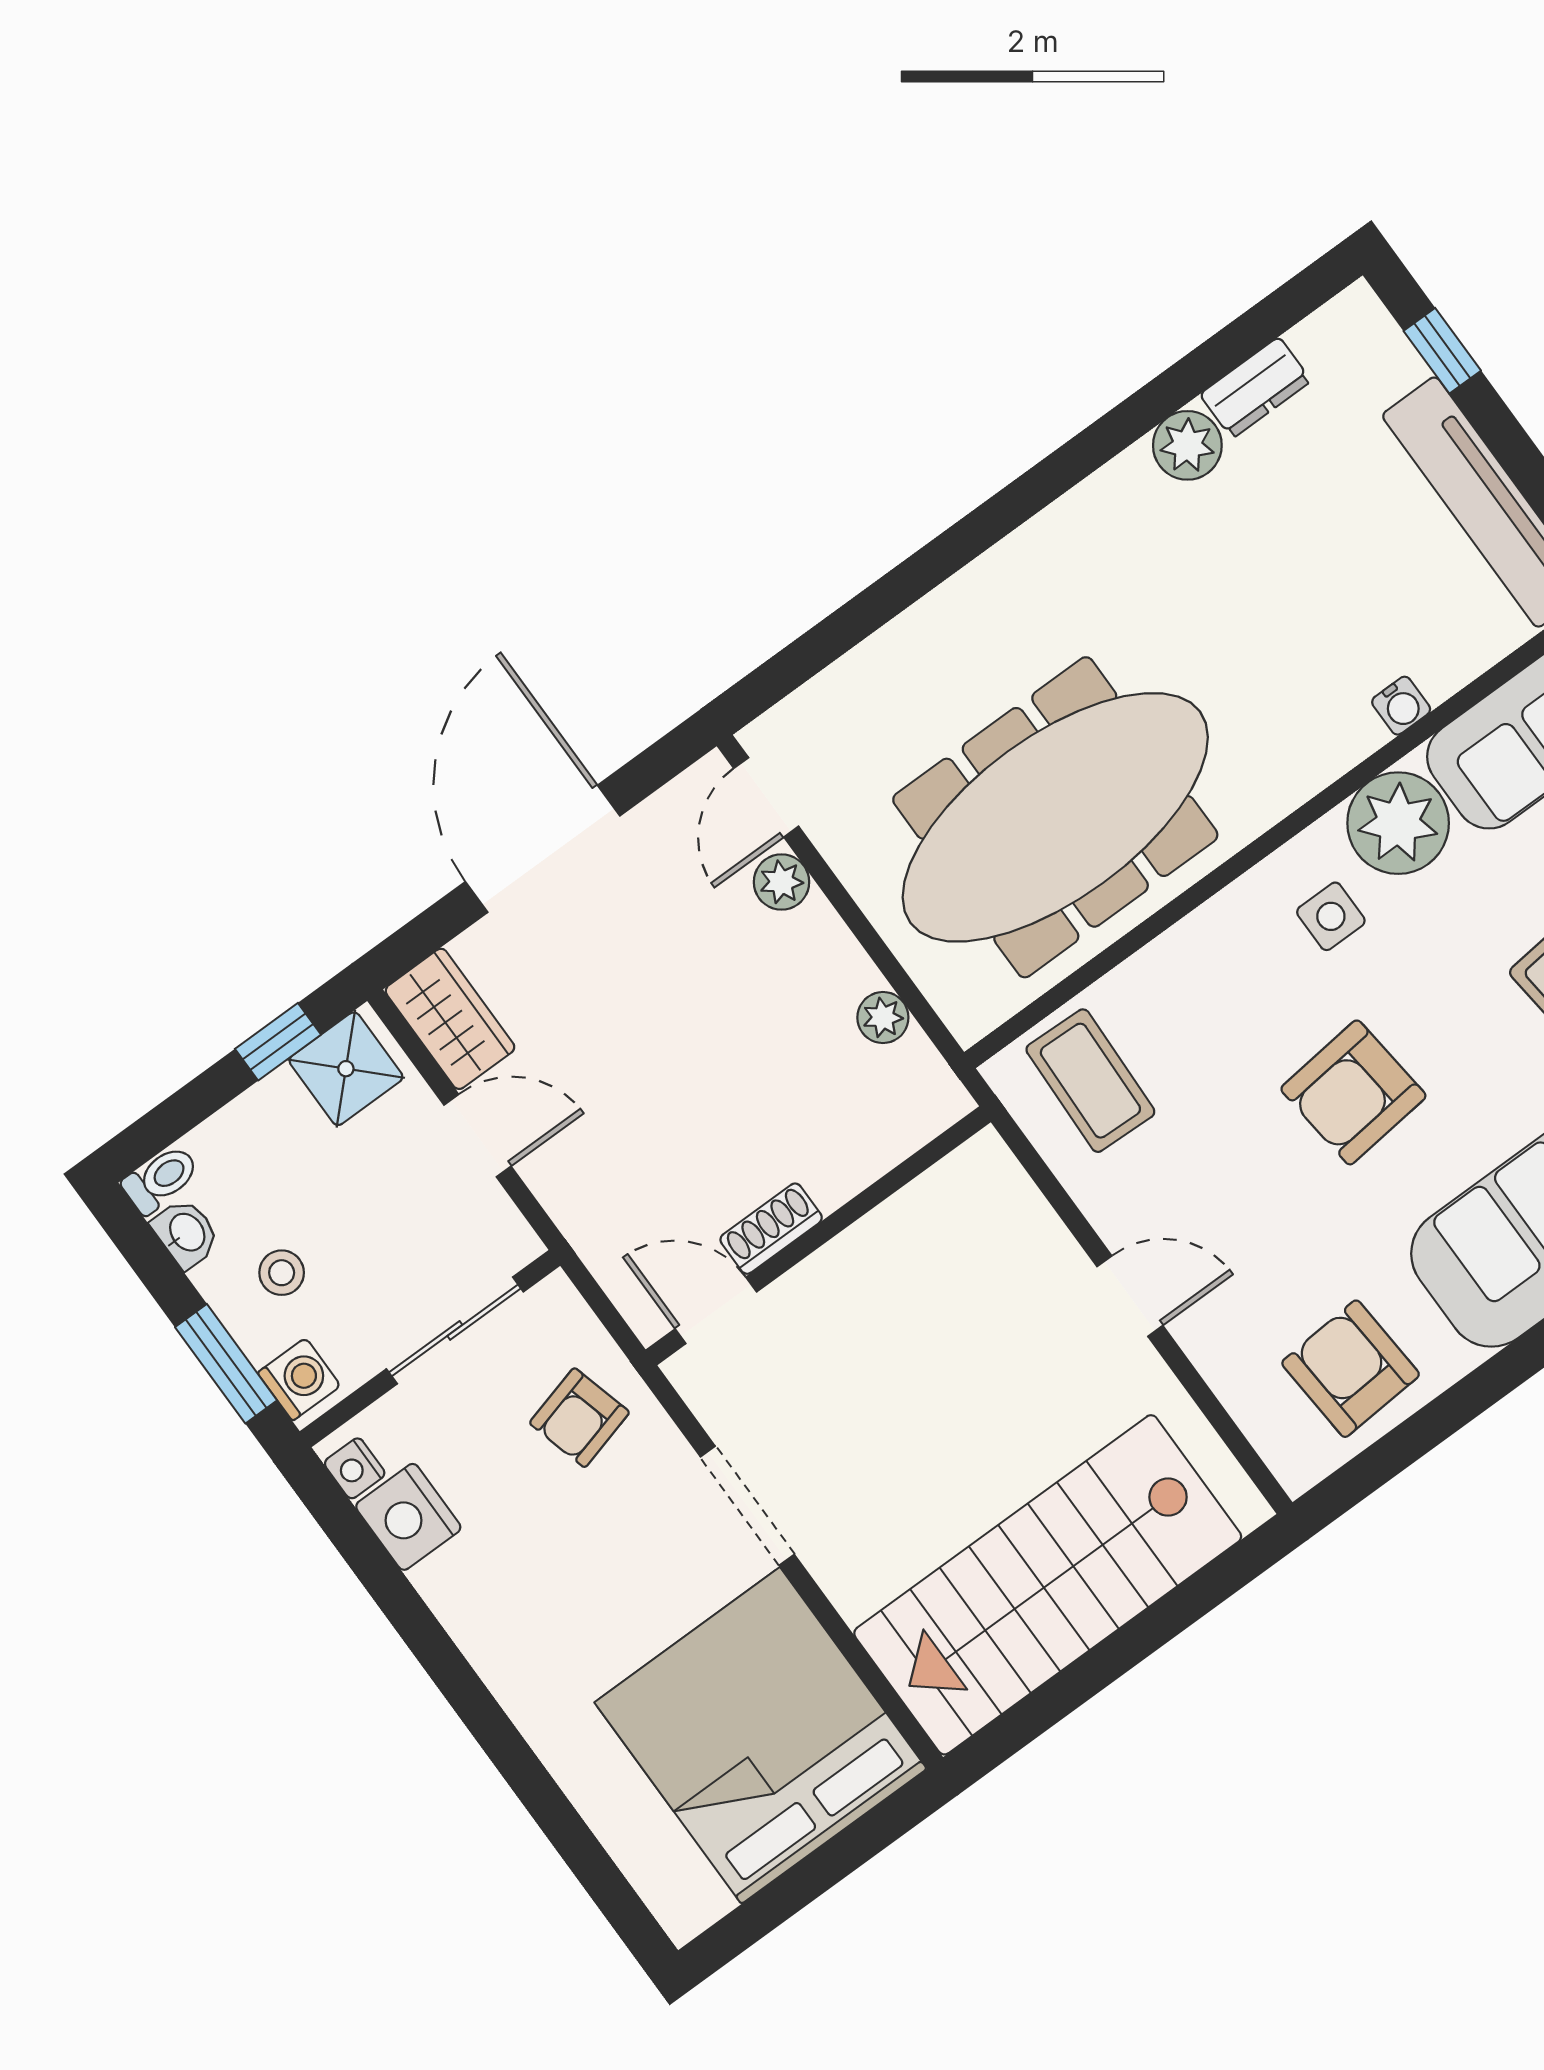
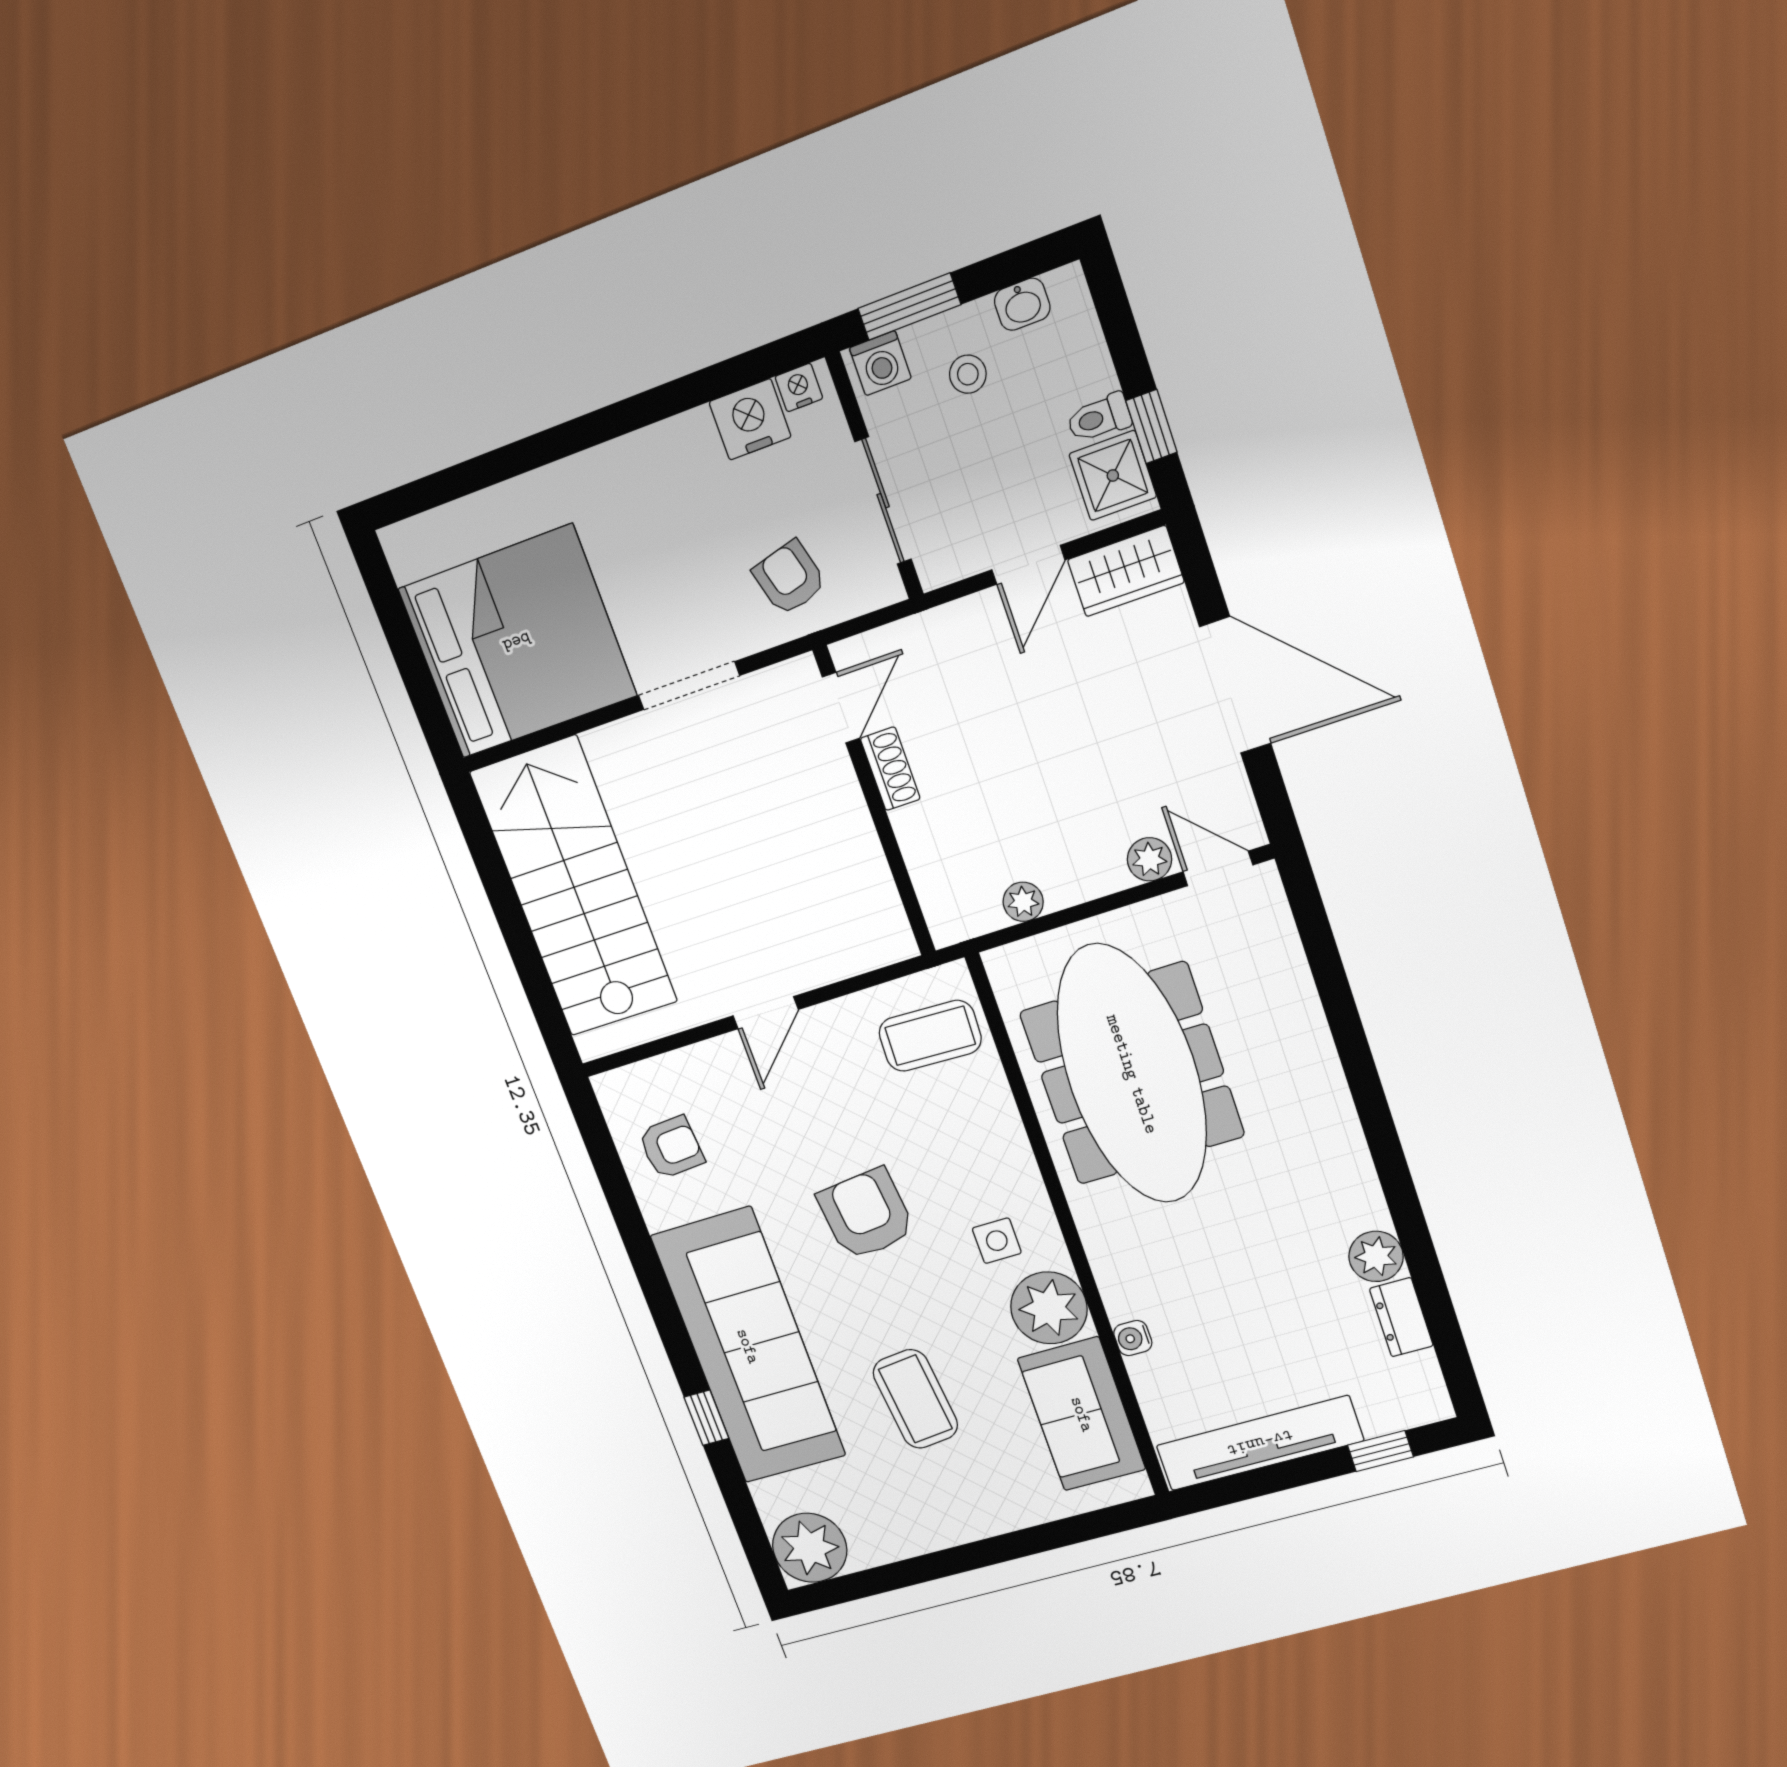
toilet: (161, 1179) -> (1099, 418), moved, turned 90
armchair: (1351, 1369) -> (671, 1147), width x0.72, depth x0.72

